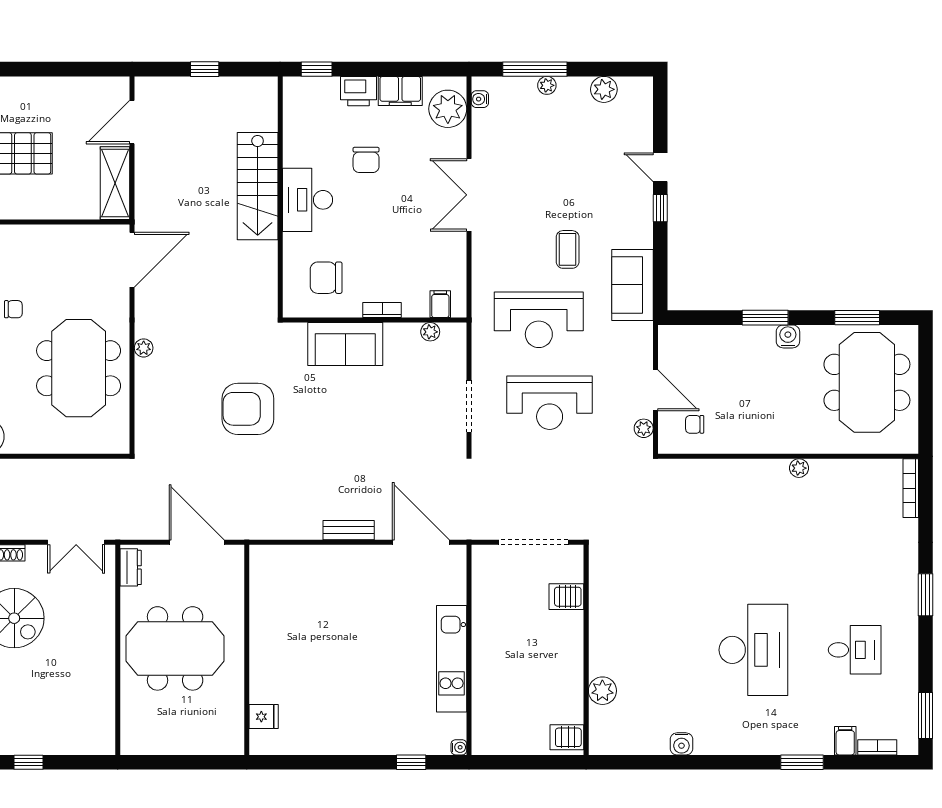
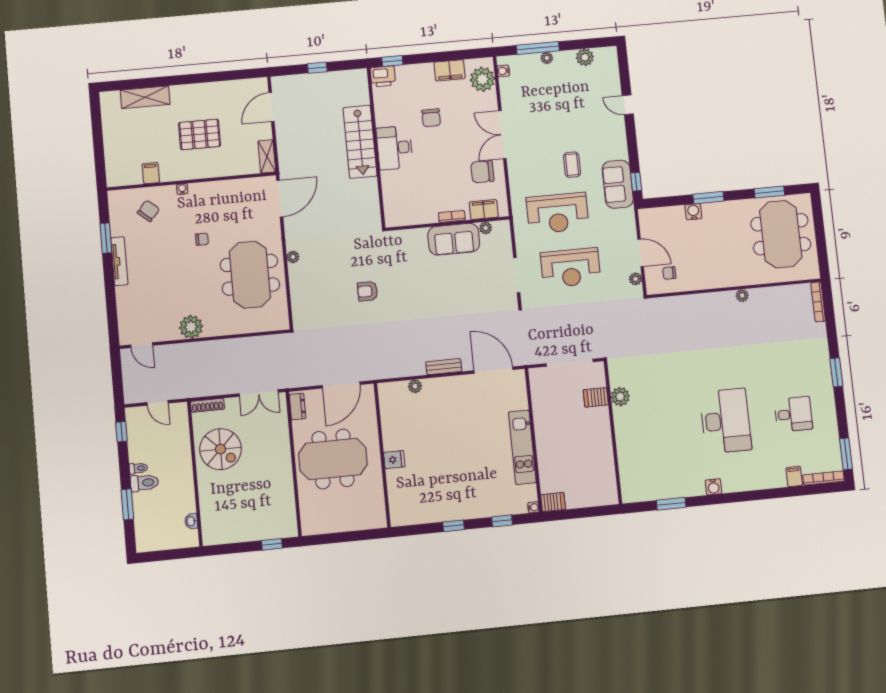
printer: (359, 91) -> (383, 76), moved
shelving: (115, 183) -> (267, 156), width x0.67, depth x0.75
window: (660, 208) -> (636, 182), moved
chair: (326, 278) -> (482, 172), moved
filing cabinet: (440, 304) -> (484, 210), width x2.00
water cooler: (788, 336) -> (693, 212), moved
sofa: (345, 344) -> (454, 239), moved
armchair: (248, 409) -> (367, 291), width x0.53, depth x0.53
door: (197, 542) -> (341, 385), swing flipped
plant: (304, 555) -> (415, 386), added
plant: (602, 691) -> (620, 397), moved
fridge: (264, 717) -> (394, 460), moved
server rack: (567, 737) -> (553, 502), moved, turned 180
water cooler: (681, 744) -> (713, 487), moved
bookcase: (877, 747) -> (823, 478), width x1.56
window: (29, 762) -> (272, 544), moved
window: (340, 762) -> (453, 526), added
window: (802, 762) -> (671, 504), moved

